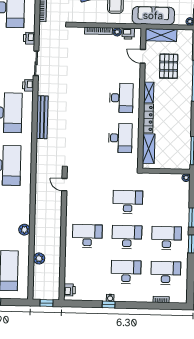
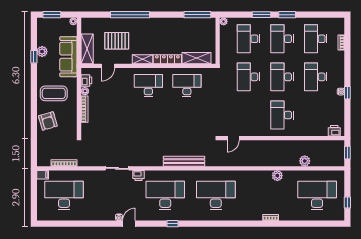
printer: (29, 38) -> (93, 176), removed
bench: (42, 117) -> (184, 161), moved
desk: (167, 203) -> (248, 39), added

